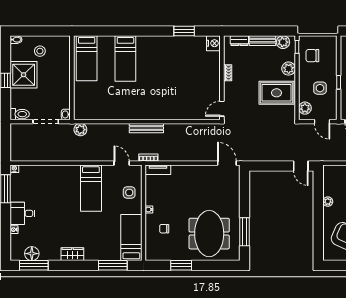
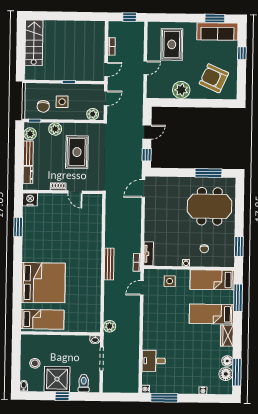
bed: (125, 59) -> (43, 283), width x2.04
side table: (320, 88) -> (62, 102), moved
rug: (277, 93) -> (77, 152), moved
door: (222, 109) -> (75, 192), moved
toilet: (20, 114) -> (84, 383), moved
window: (263, 166) -> (147, 155), added
door: (301, 166) -> (147, 132), moved
bed: (91, 188) -> (211, 314), moved, turned 180
plant: (328, 202) -> (181, 90), width x1.88, depth x1.88
desk: (22, 213) -> (154, 361), moved, turned 90
floor lamp: (46, 255) -> (227, 361), added
window: (181, 265) -> (239, 246), moved

